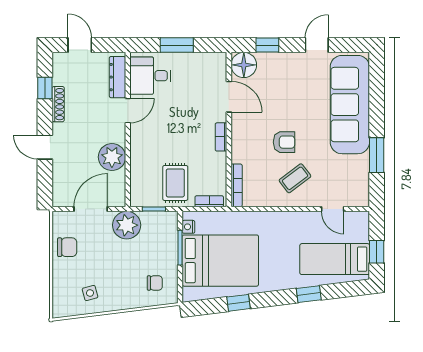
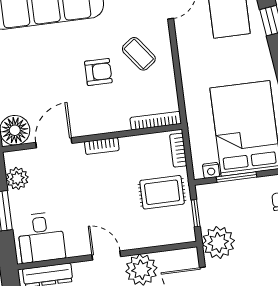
plant: (203, 62) -> (17, 178), added
door: (128, 111) -> (106, 256), moved
armchair: (284, 142) -> (98, 72), turned 90

